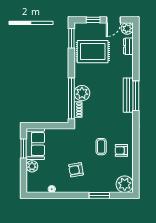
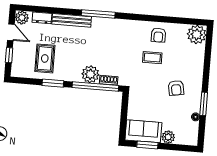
window: (71, 38) -> (53, 83), moved
rug: (93, 52) -> (45, 58), width x0.73, depth x0.70
bench: (128, 95) -> (72, 20), moved
window: (99, 195) -> (204, 104), moved

